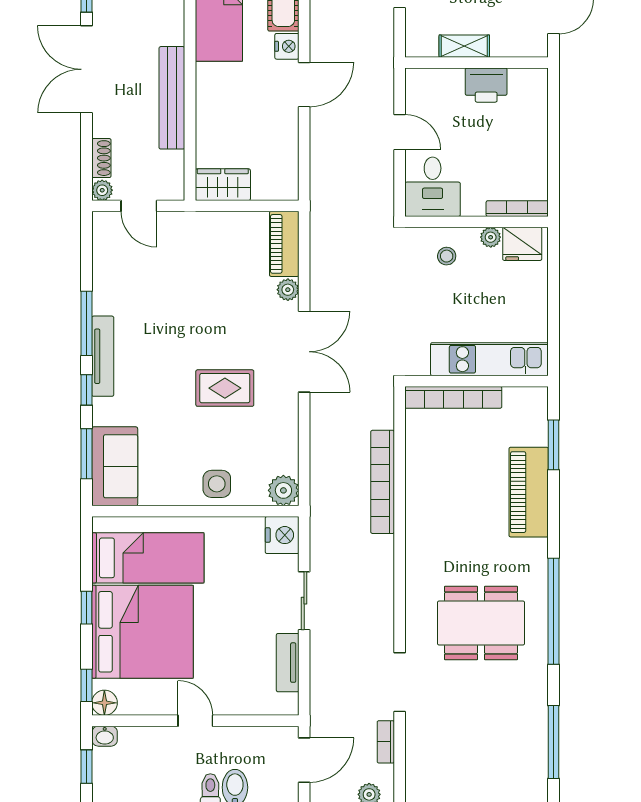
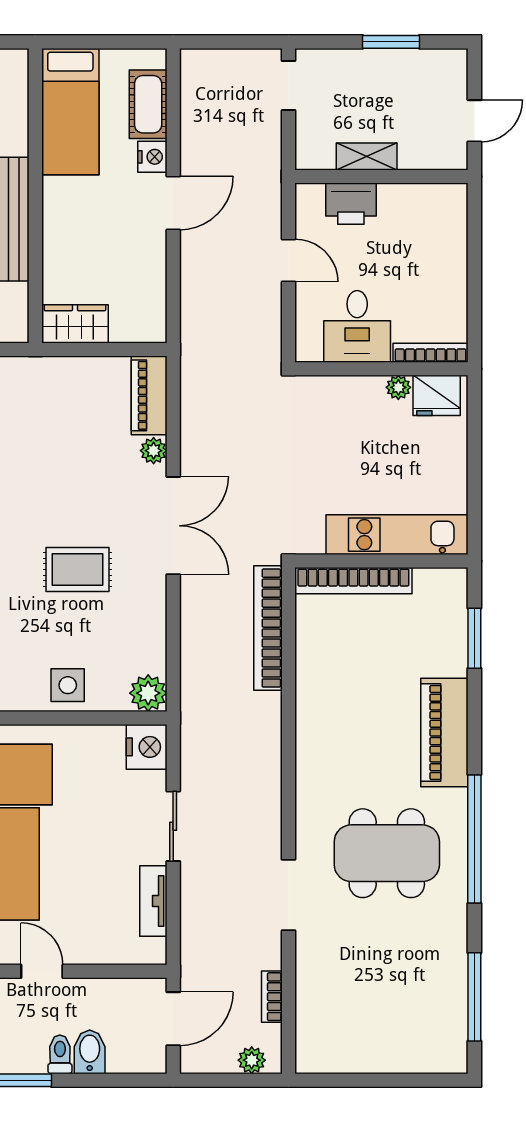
printer: (486, 85) -> (351, 204), moved
desk: (433, 187) -> (357, 326), moved
stool: (447, 256) -> (345, 410), removed
bookcase: (383, 482) -> (268, 628), moved
piano: (529, 492) -> (444, 732), moved
doorway: (400, 682) -> (289, 895), moved

